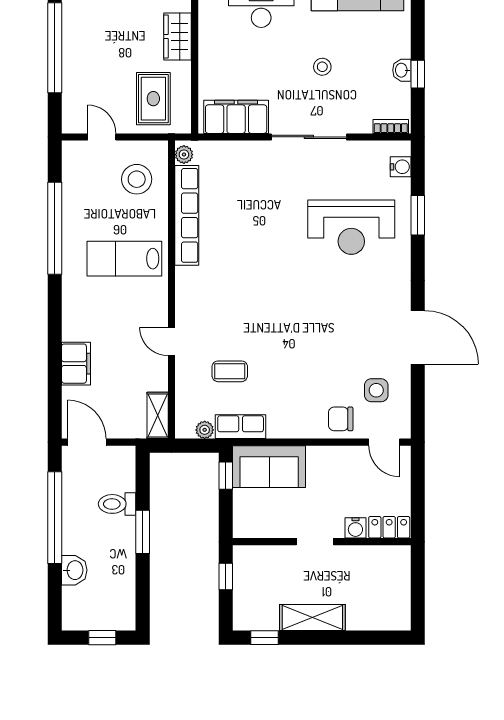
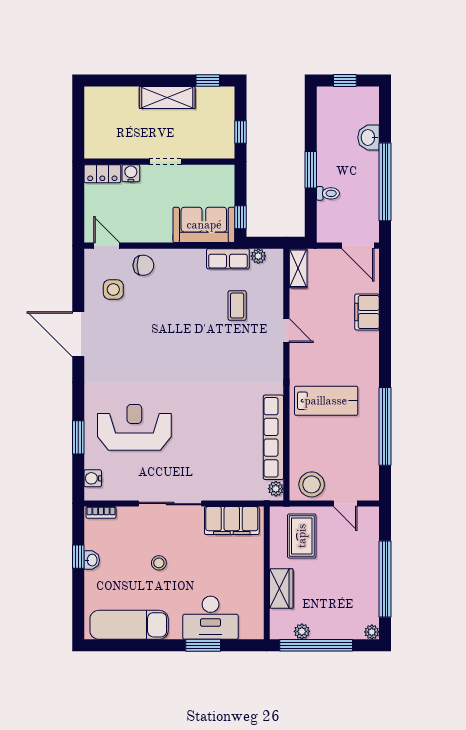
stool: (137, 179) -> (312, 484), moved
coffee table: (230, 371) -> (237, 305), turned 90
toilet: (117, 504) -> (328, 193), width x0.73, depth x0.72

